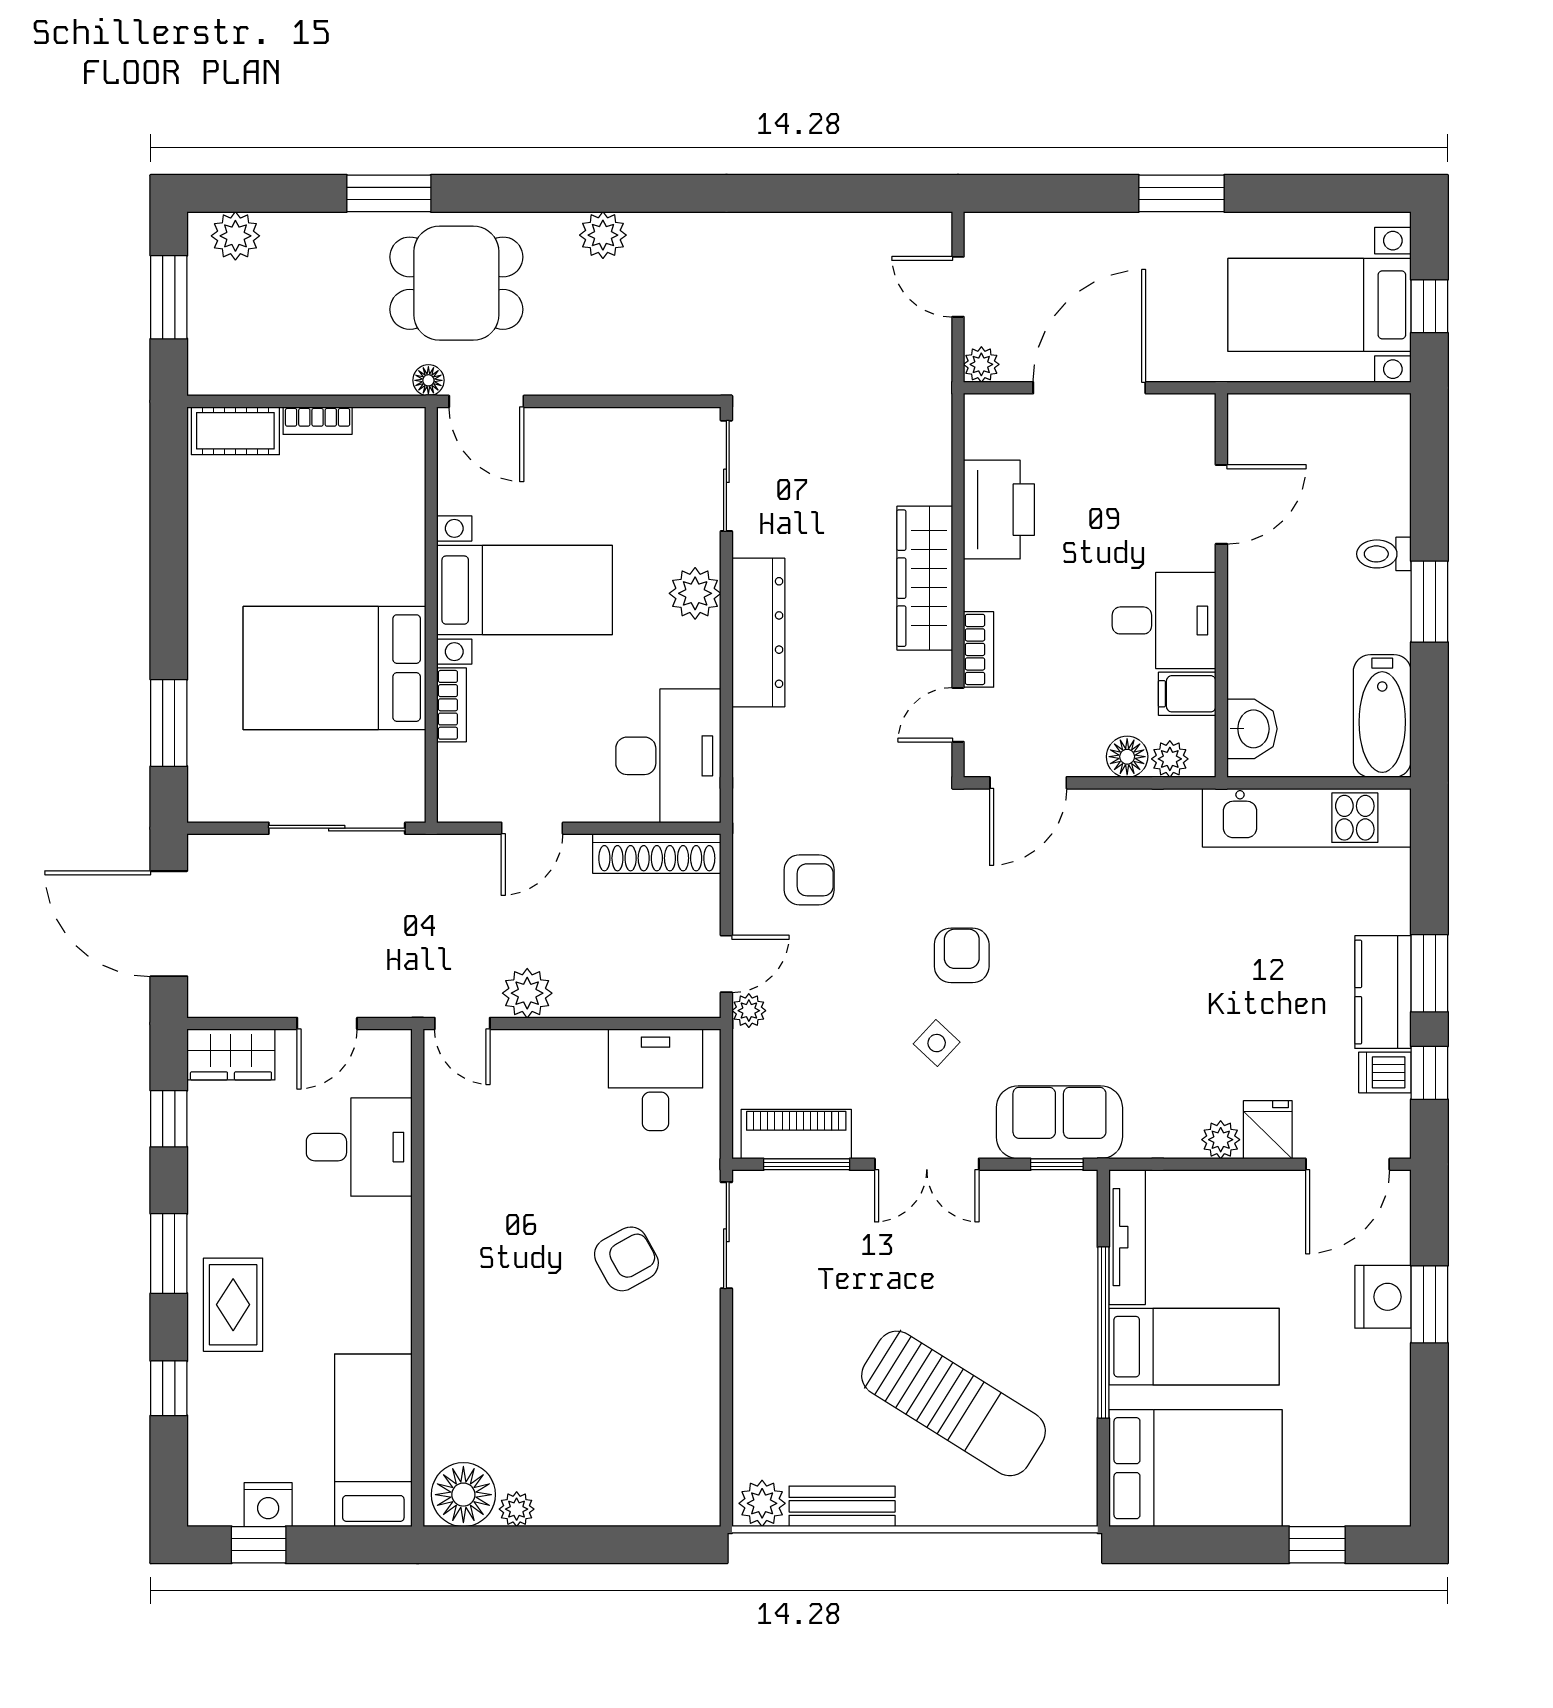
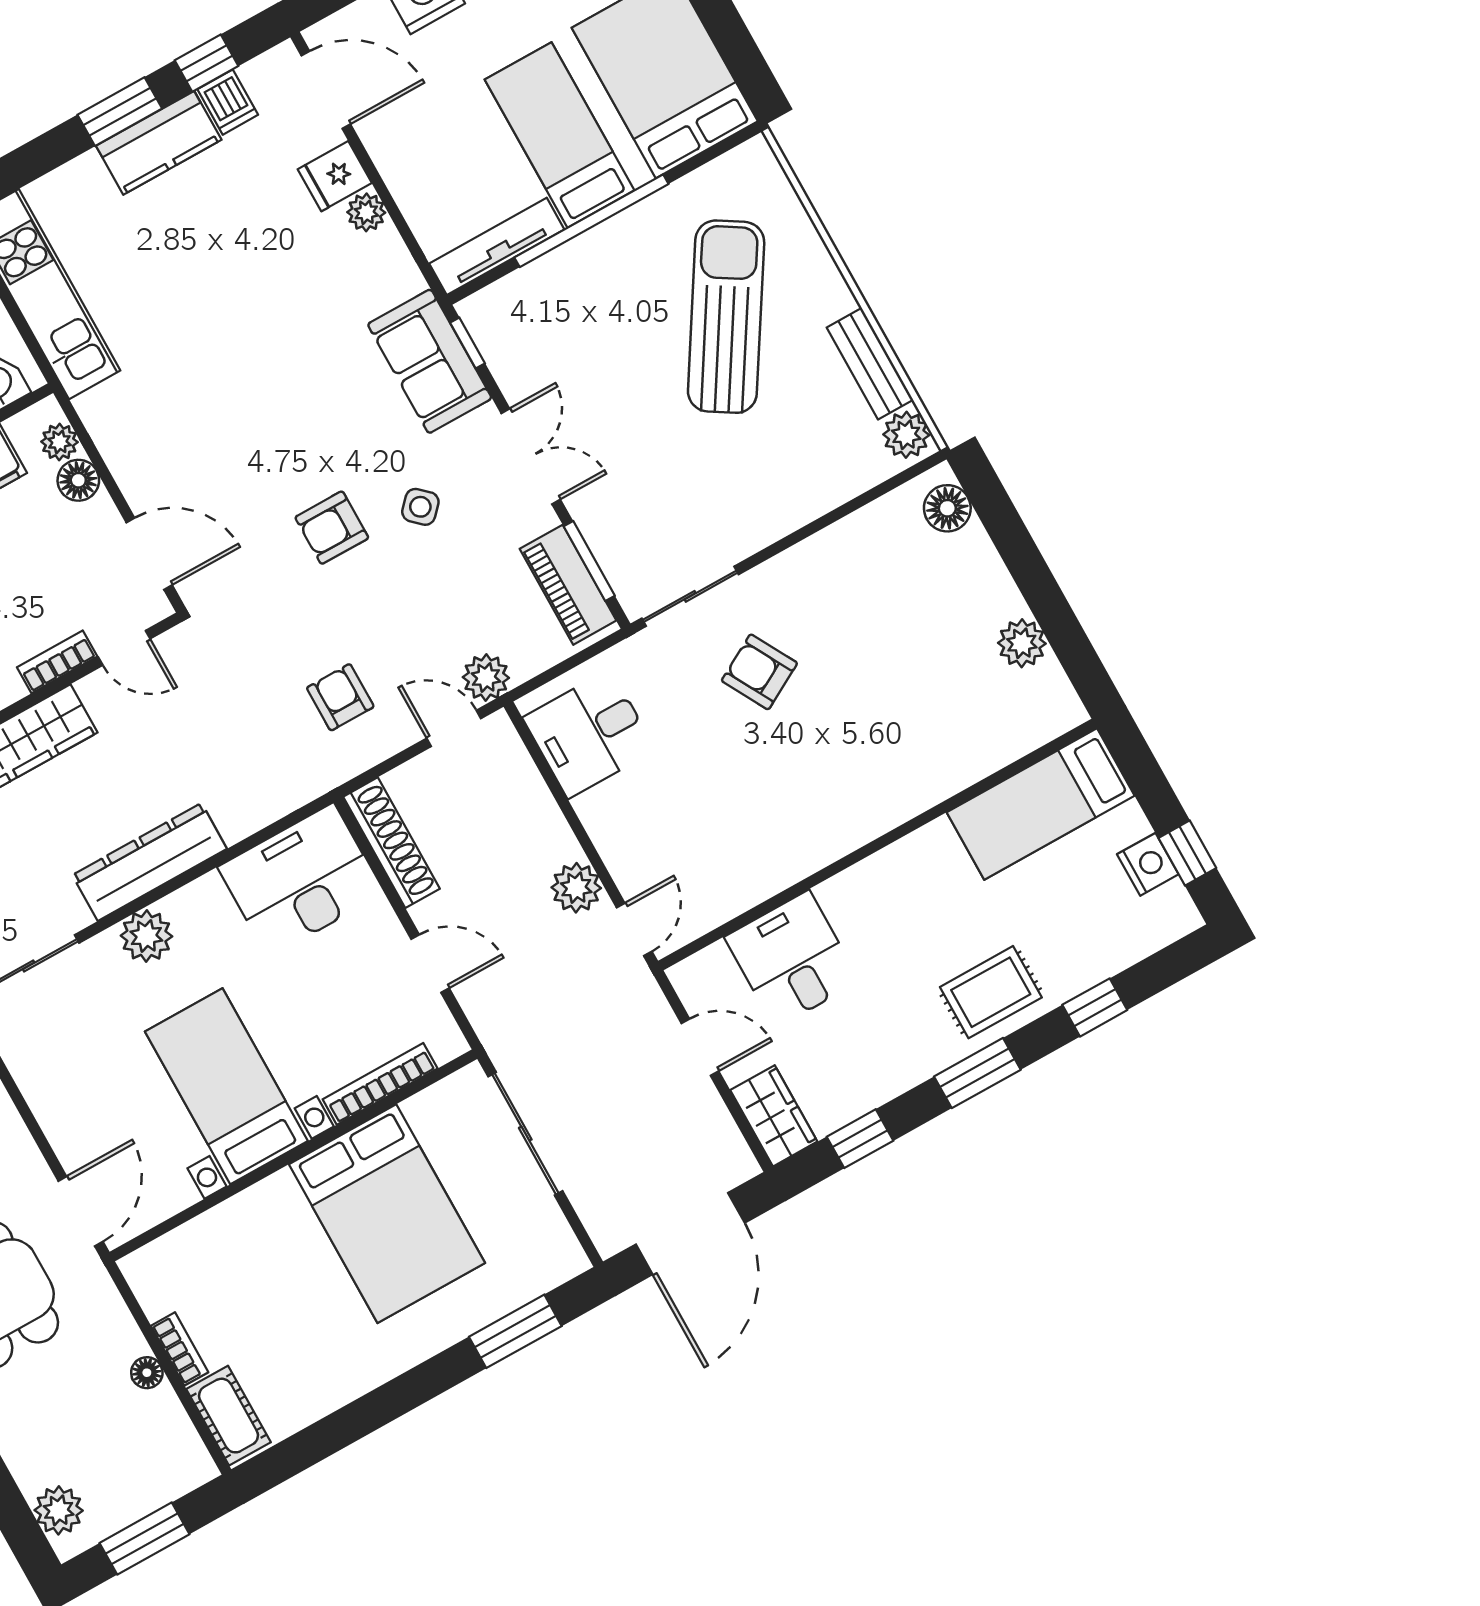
floor lamp: (428, 380) -> (147, 1373), moved
bookcase: (451, 705) -> (380, 1084), width x1.56
plant: (749, 1011) -> (486, 678), width x1.38, depth x1.38
floor lamp: (463, 1495) -> (947, 508), moved, width x0.73, depth x0.73
plant: (517, 1509) -> (1022, 643), width x1.38, depth x1.38

